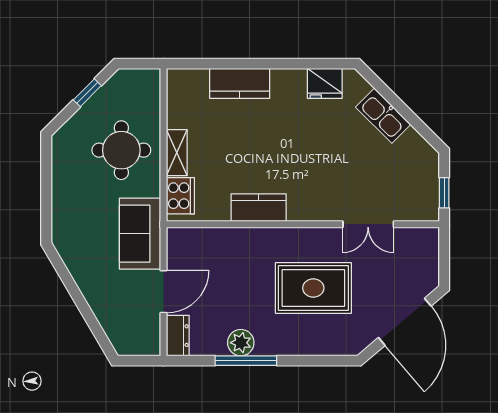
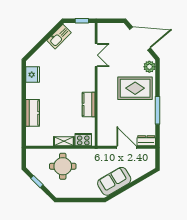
kitchen sink: (383, 116) -> (59, 37), moved
sofa: (140, 234) -> (114, 181), moved, turned 150
rug: (313, 288) -> (135, 88), moved, turned 90
plant: (241, 343) -> (149, 67), moved

